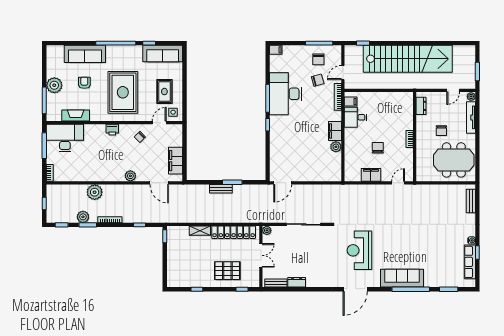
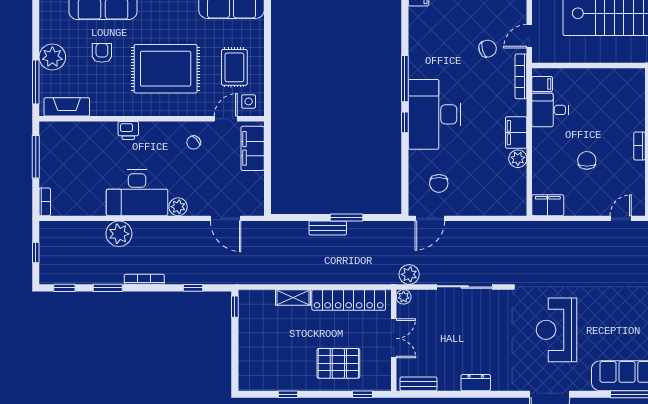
chair: (318, 59) -> (439, 183), moved
rug: (123, 92) -> (166, 69), turned 90
desk: (286, 94) -> (435, 114), moved
fireplace: (76, 115) -> (67, 107), moved
printer: (112, 130) -> (128, 130), moved
desk: (65, 138) -> (137, 193), moved, turned 180
filing cabinet: (175, 161) -> (253, 148), moved
filing cabinet: (371, 175) -> (548, 205), moved
plant: (83, 217) -> (409, 274), moved
dresser: (297, 282) -> (476, 383), moved

